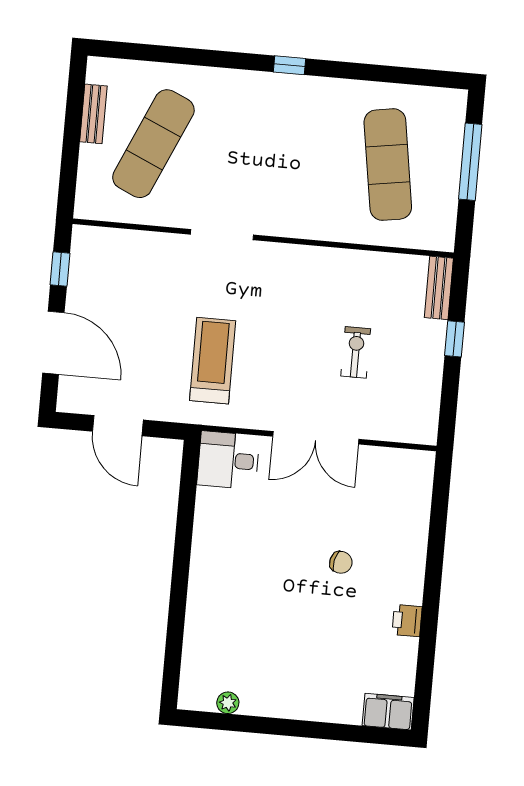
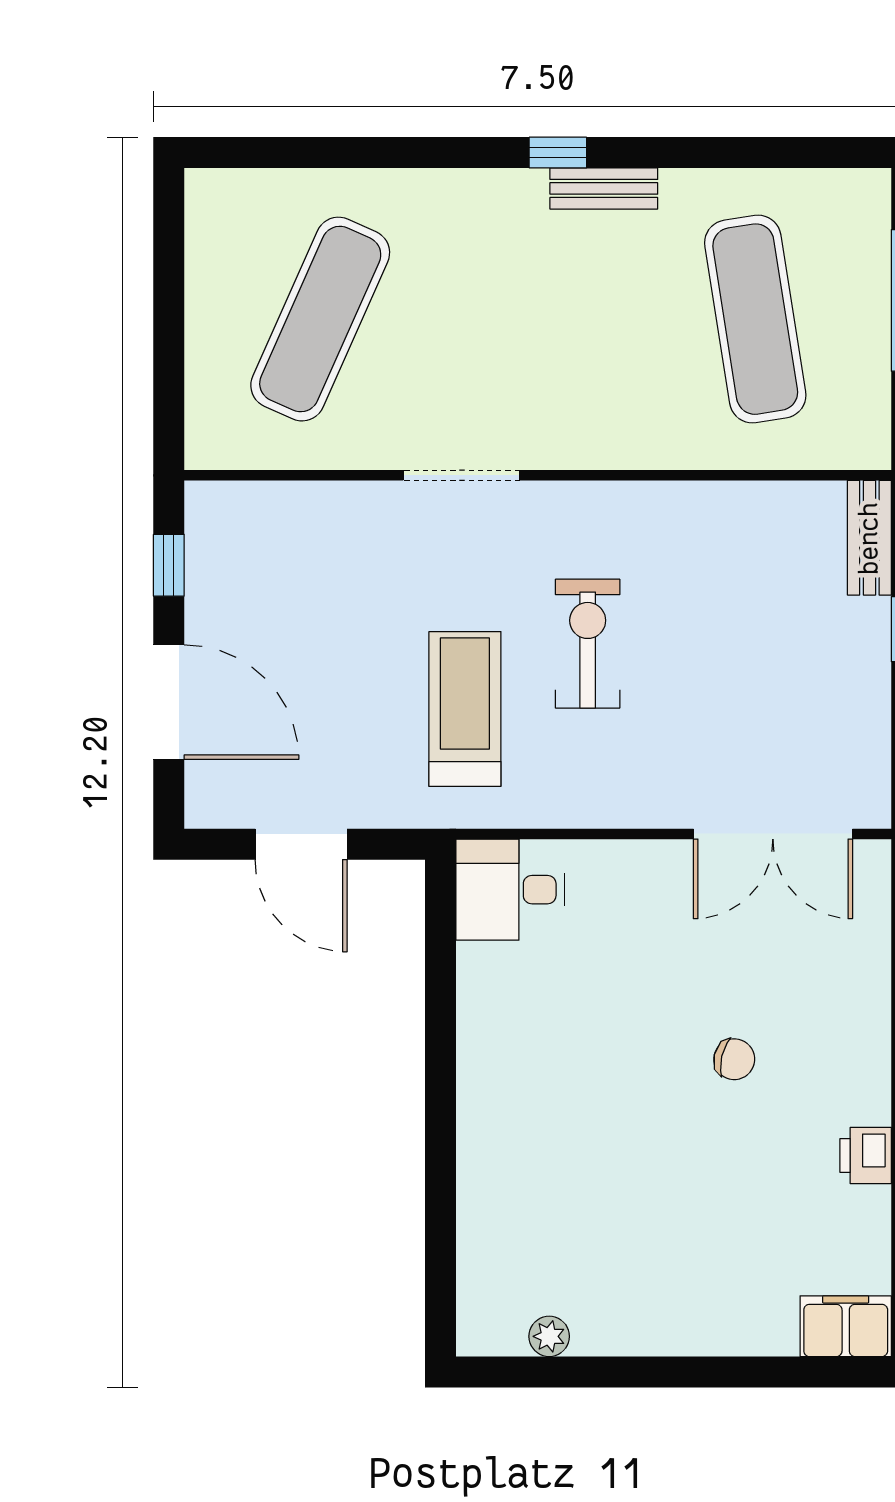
bench: (93, 114) -> (604, 188), moved, turned 90
exercise bike: (356, 352) -> (588, 644), moved, width x1.38, depth x1.39
double door: (316, 438) -> (773, 834), moved

